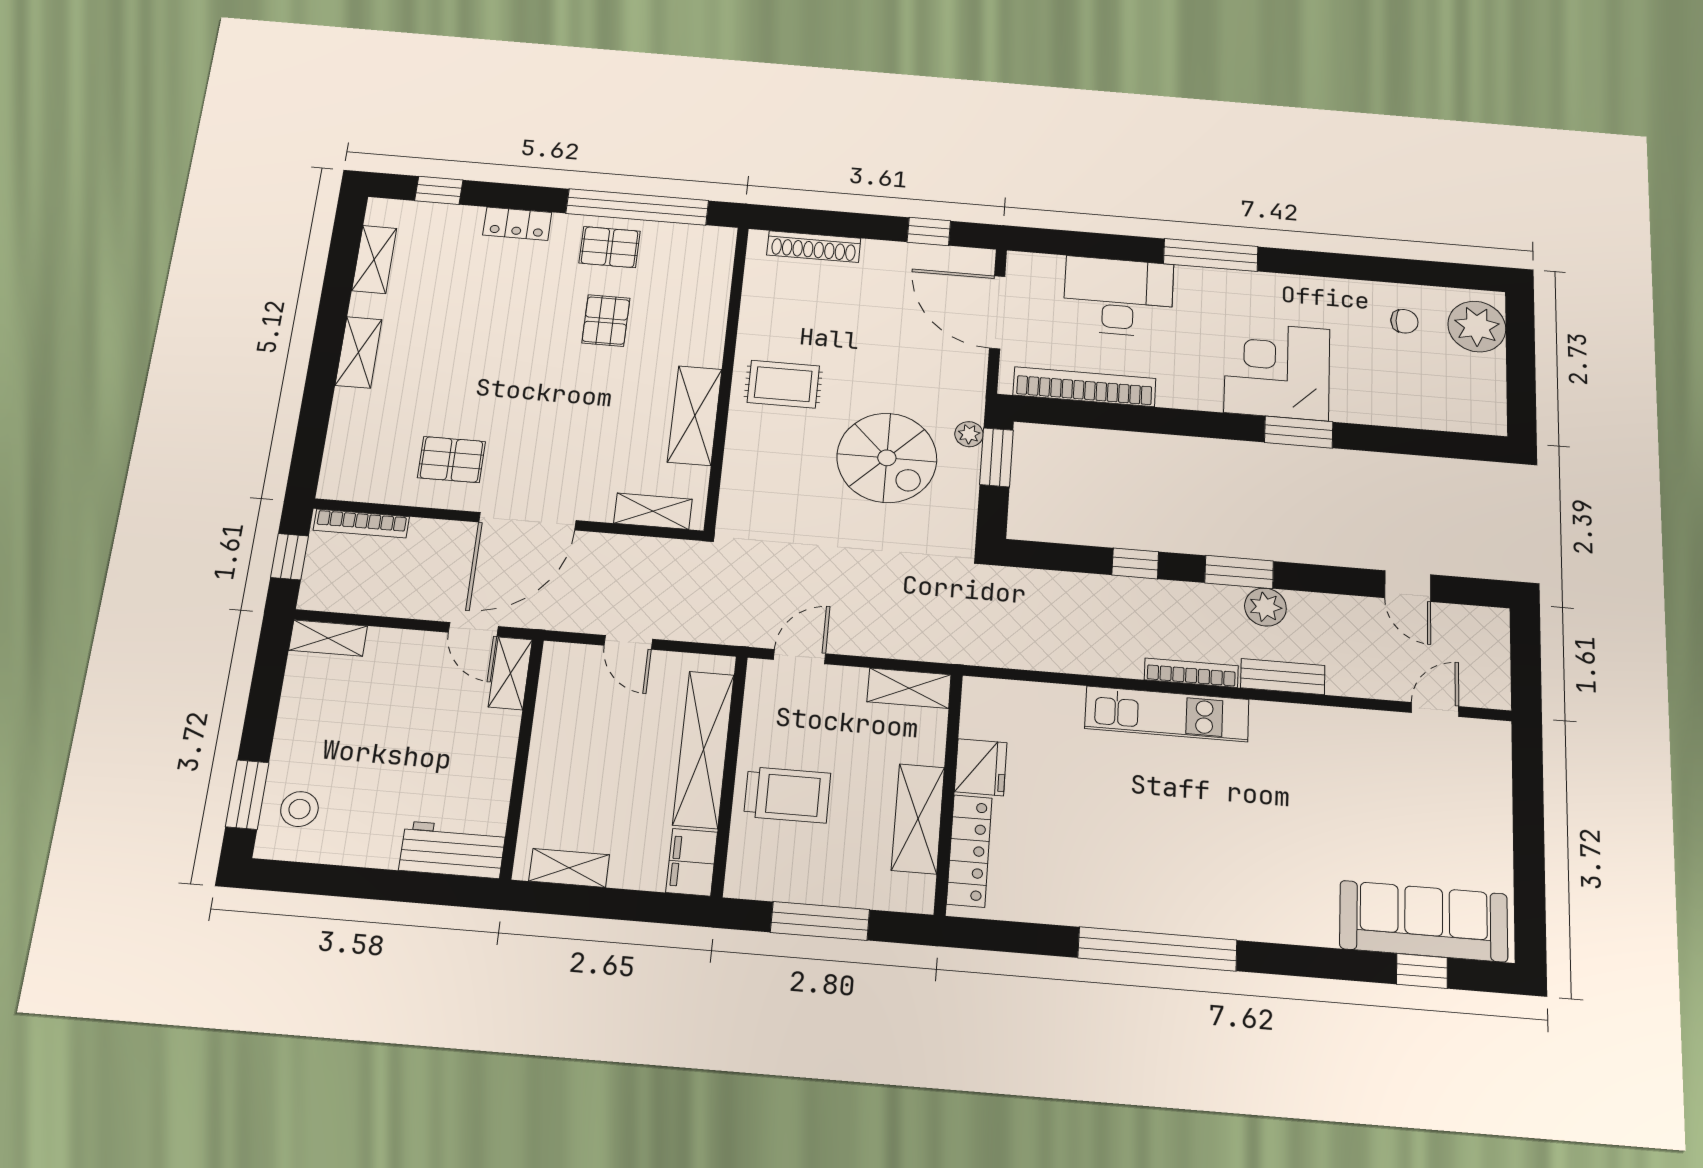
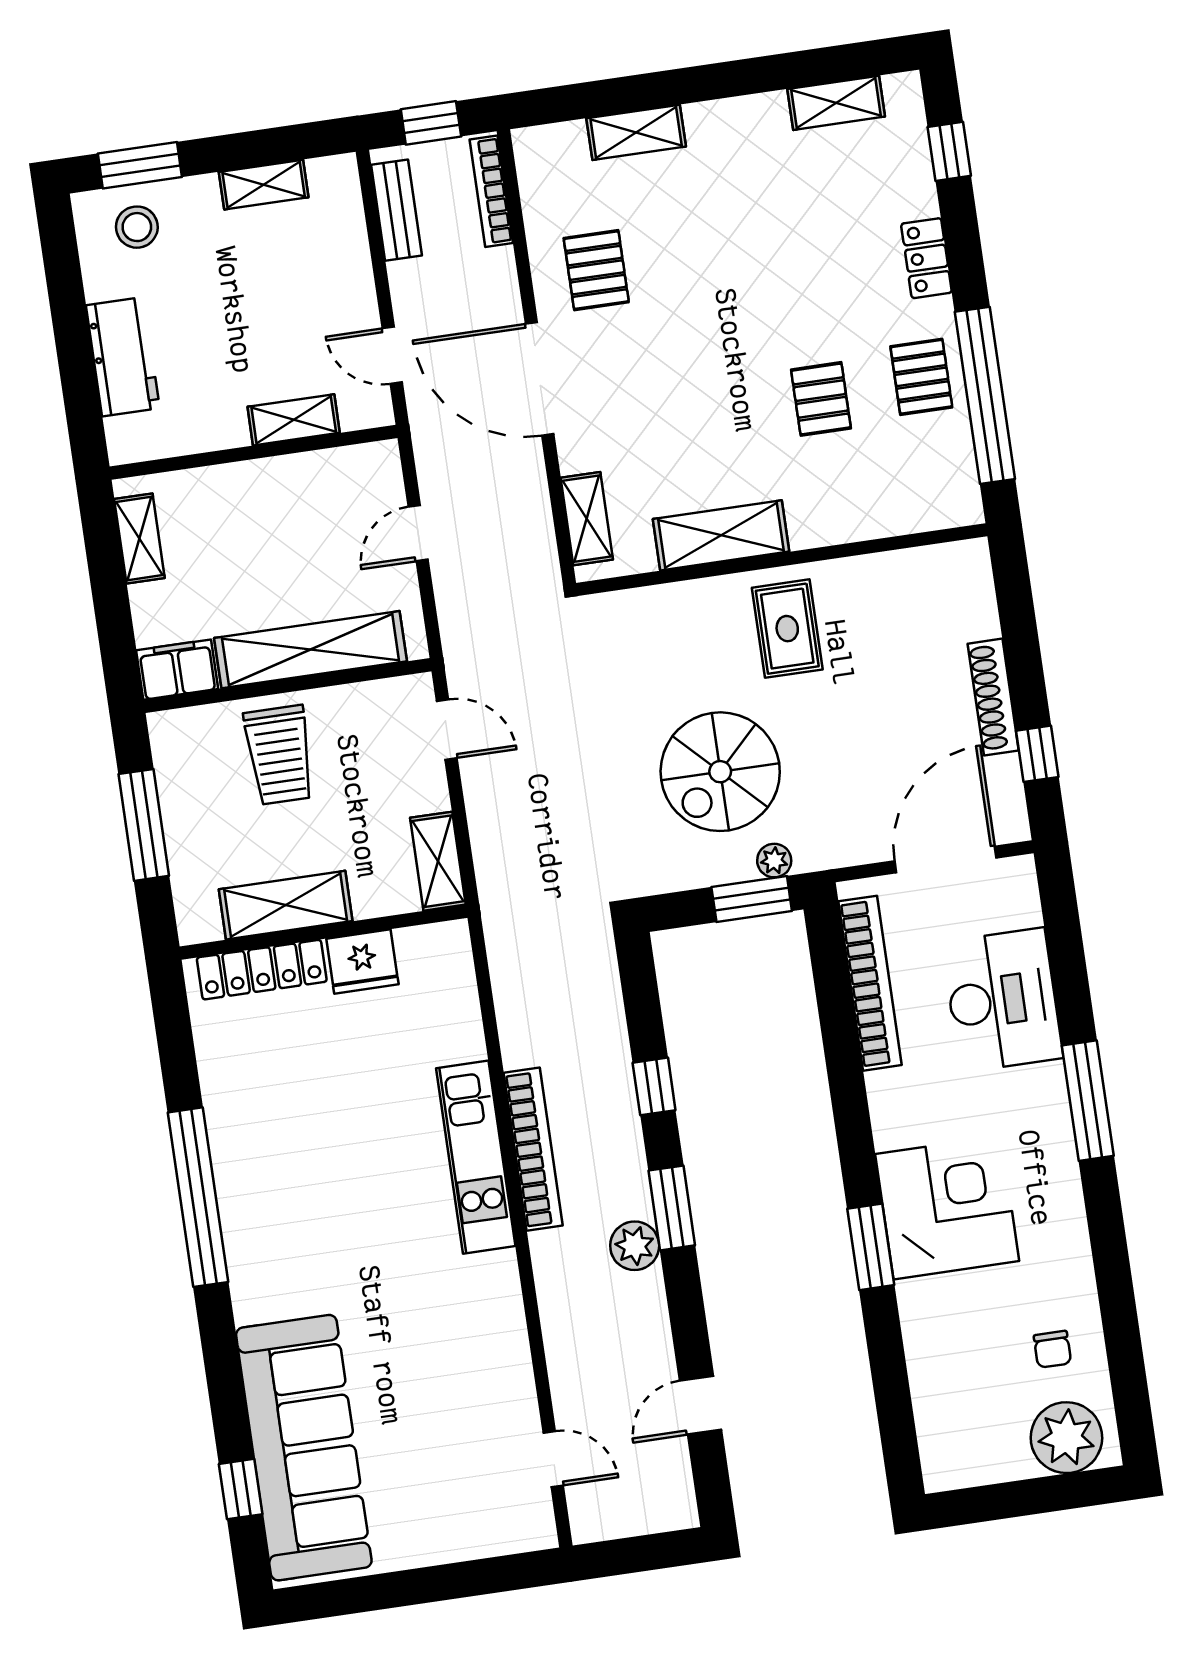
shoe rack: (814, 247) -> (993, 697), moved
pallet: (606, 321) -> (821, 399), turned 90
shelving: (359, 352) -> (636, 132), moved
door: (473, 629) -> (392, 355), hinge flipped
shelving: (328, 638) -> (264, 185), moved, turned 90
shelving: (510, 673) -> (294, 420), moved
bookcase: (1191, 673) -> (533, 1149), width x1.48, depth x1.31
bench: (1283, 677) -> (397, 210), moved
workbench: (453, 850) -> (123, 357), moved
sofa: (1424, 921) -> (304, 1448), width x1.36, depth x1.27

